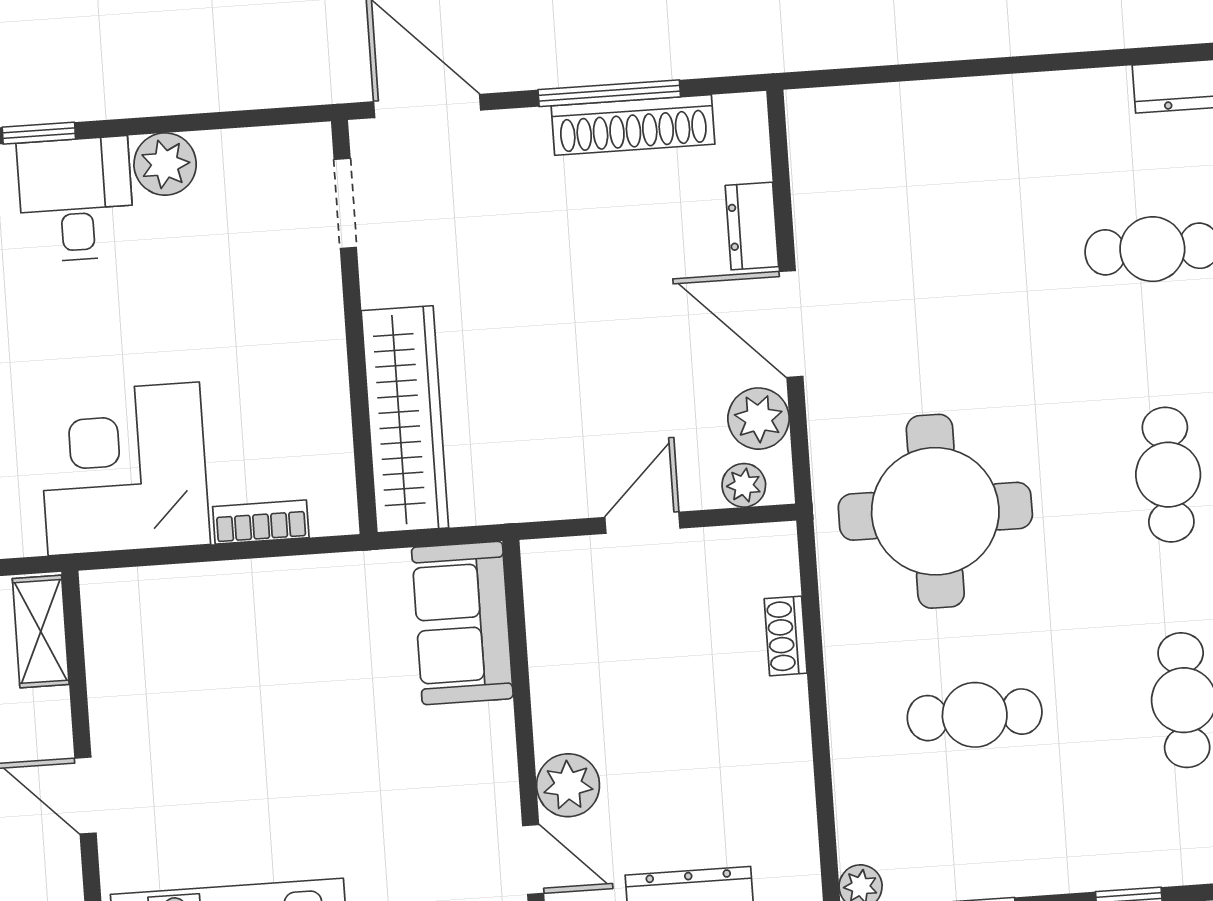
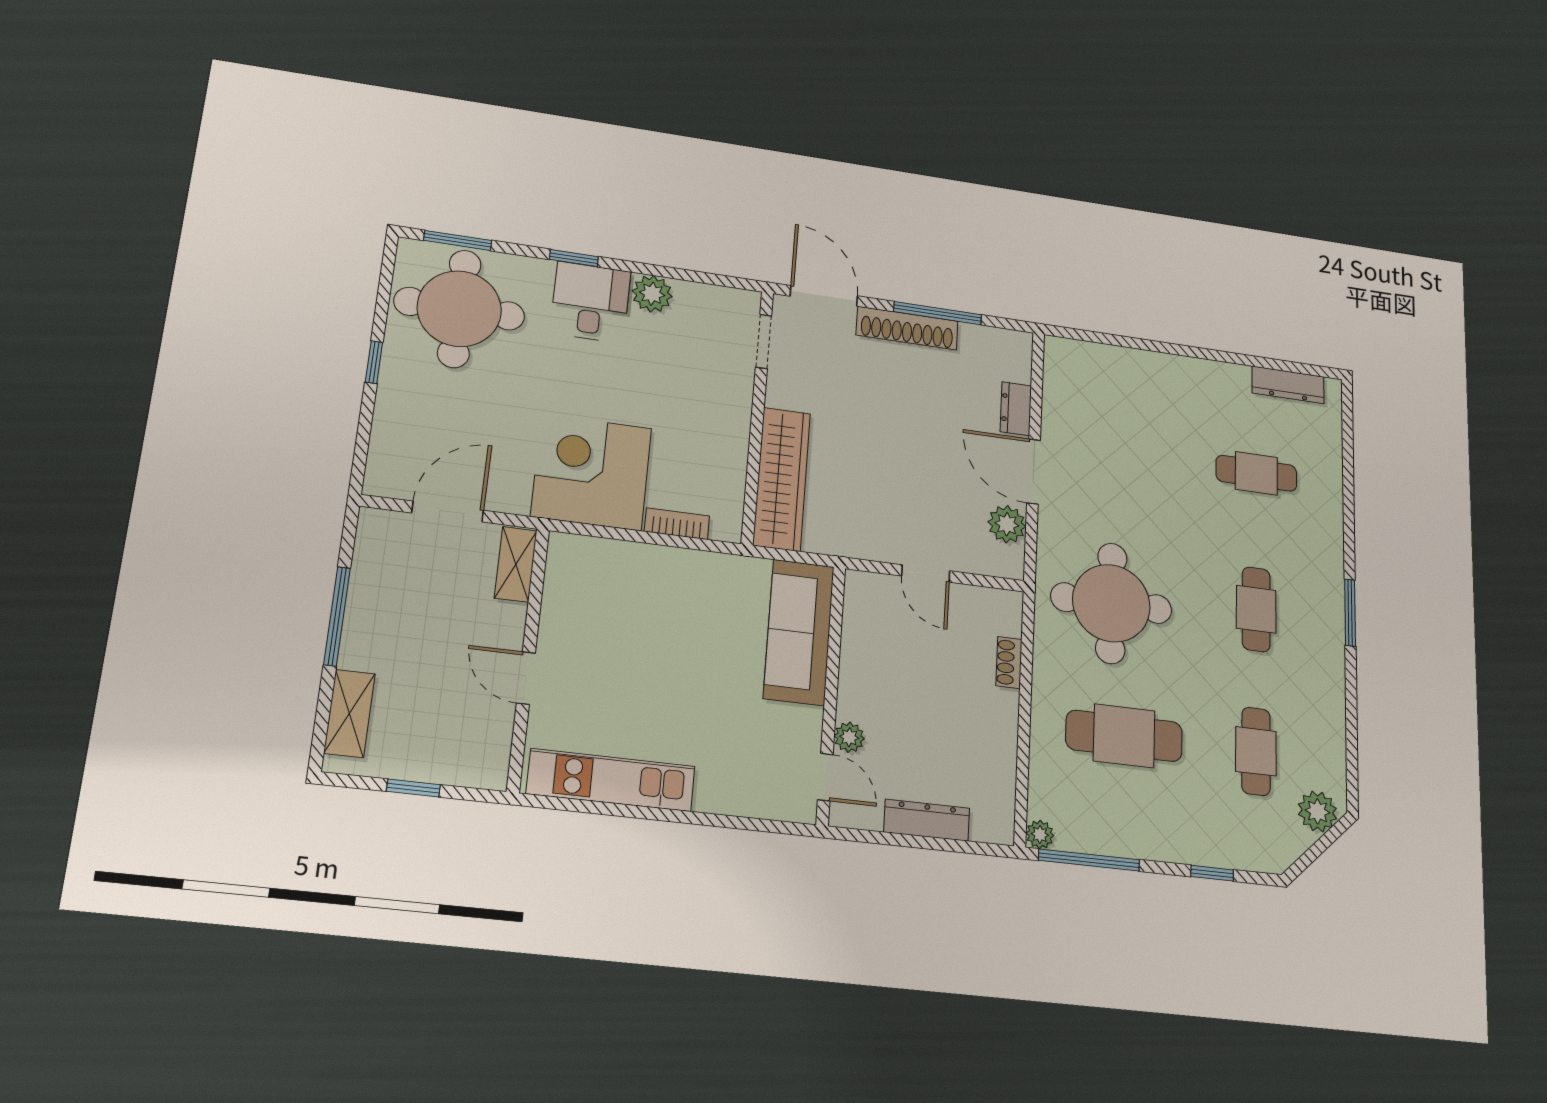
shoe rack: (633, 125) -> (907, 328), moved
plant: (744, 485) -> (993, 563), removed
door: (642, 523) -> (926, 573), swing flipped
sofa: (462, 623) -> (799, 632), width x1.36
cafe table: (975, 715) -> (1124, 736), width x1.37, depth x1.35
plant: (568, 785) -> (849, 737), width x0.73, depth x0.73

